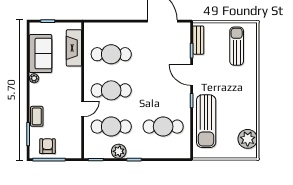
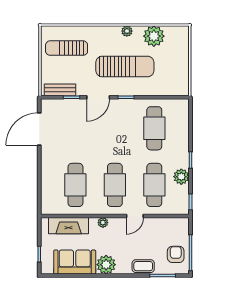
plant: (34, 78) -> (106, 265), width x1.88, depth x1.88
plant: (77, 79) -> (103, 223), added
plant: (252, 101) -> (127, 31), added
door: (83, 109) -> (135, 216), swing flipped
sun lounger: (206, 121) -> (125, 67), moved
plant: (248, 139) -> (154, 36), moved
armchair: (47, 146) -> (176, 254), turned 90

